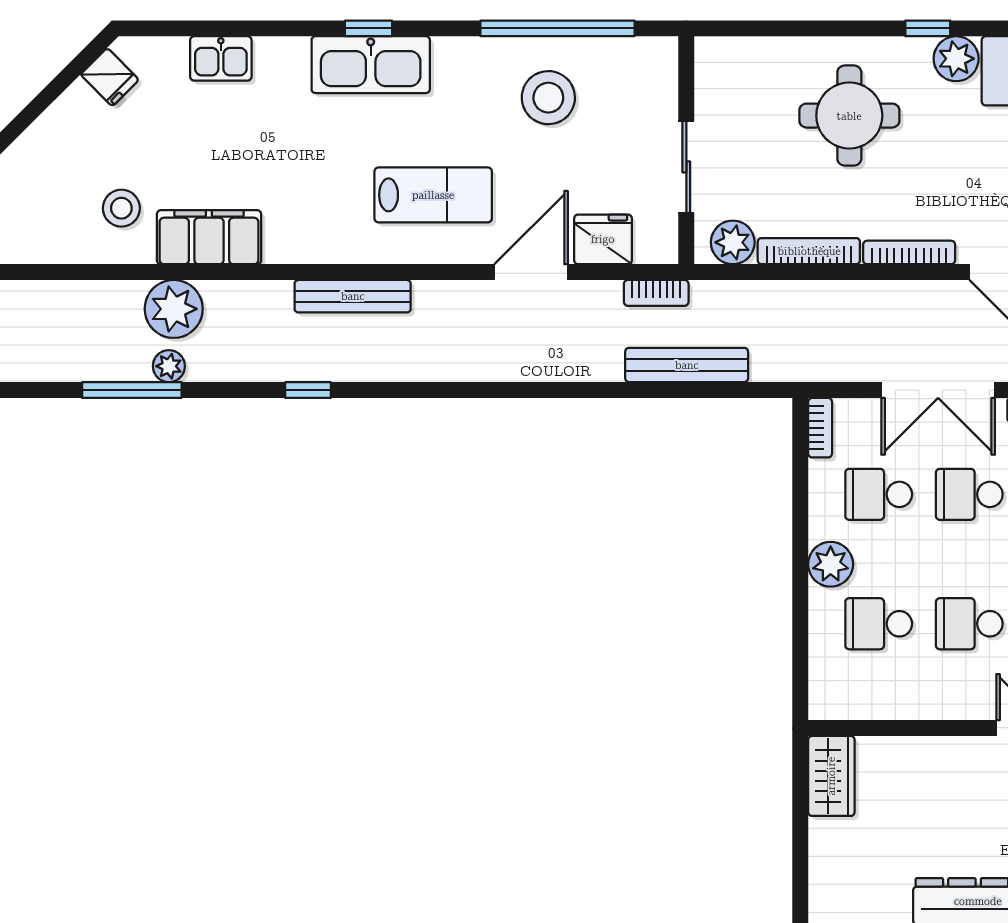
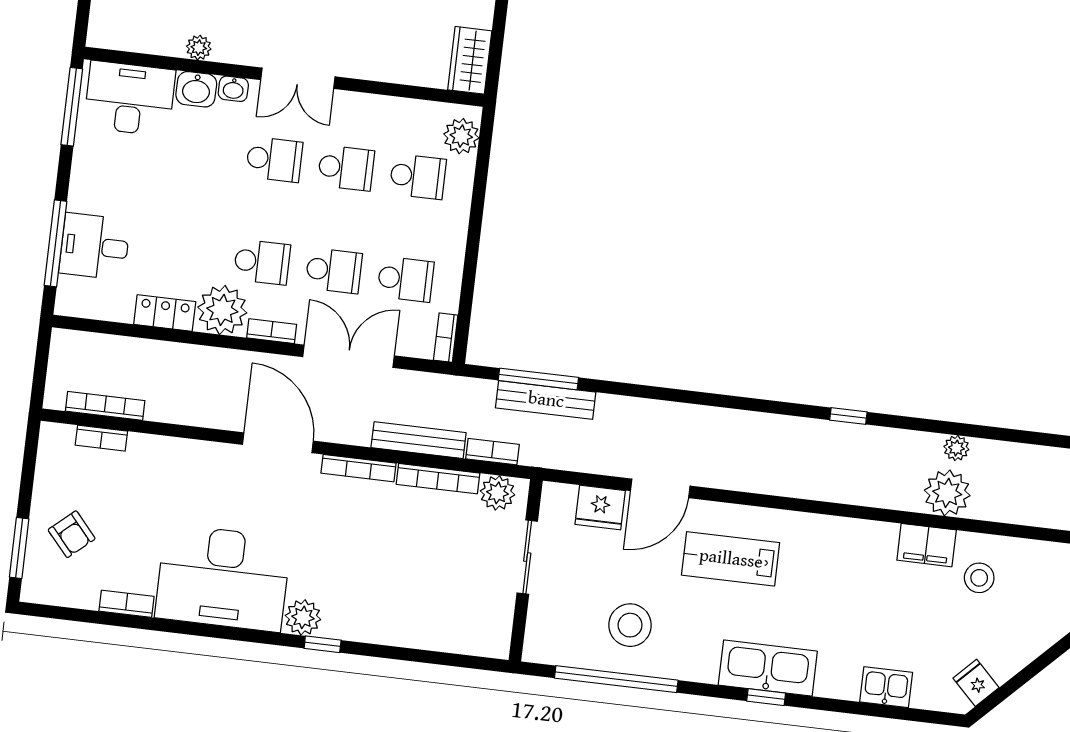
round table: (849, 116) -> (393, 582), removed
filing cabinet: (209, 237) -> (927, 545), width x0.67, depth x0.86
bookcase: (656, 293) -> (492, 452), moved
bench: (353, 296) -> (419, 440), moved
window: (132, 390) -> (538, 379), moved
plant: (831, 564) -> (461, 136), moved

